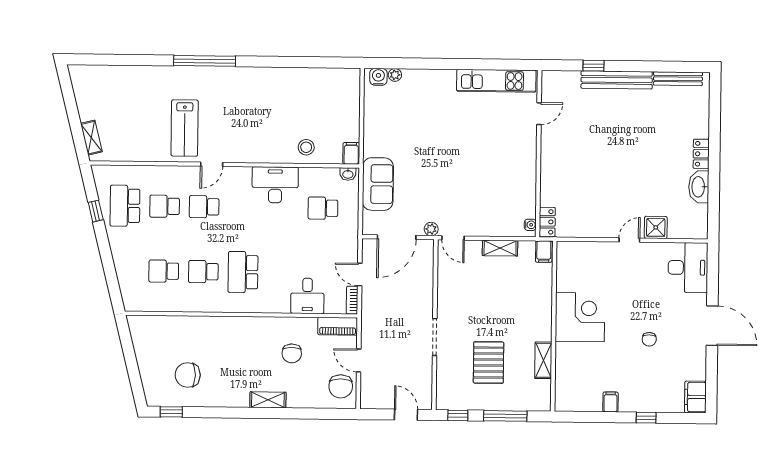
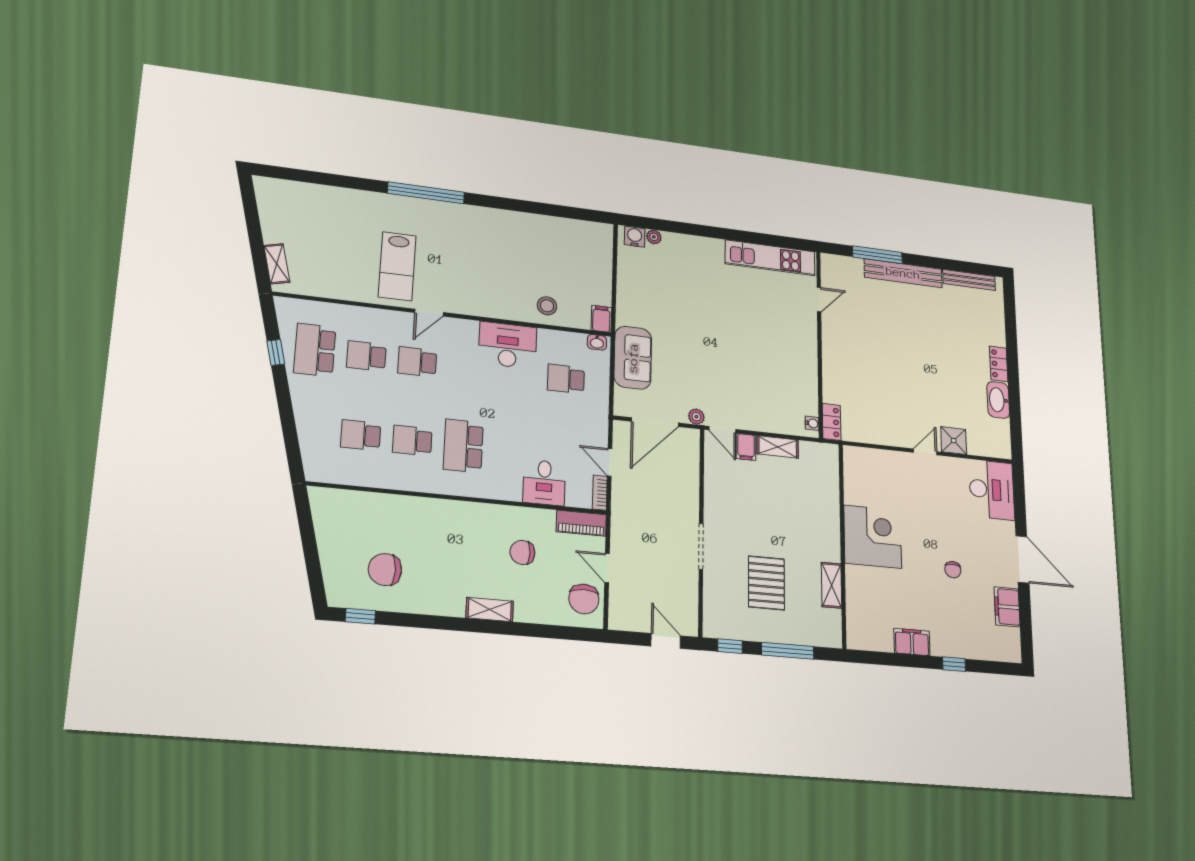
window: (593, 66) -> (877, 255), width x2.17
filing cabinet: (544, 252) -> (746, 447), moved
chair: (292, 353) -> (522, 552), turned 90
filing cabinet: (695, 397) -> (1007, 607), moved
filing cabinet: (611, 402) -> (912, 642), width x2.00

